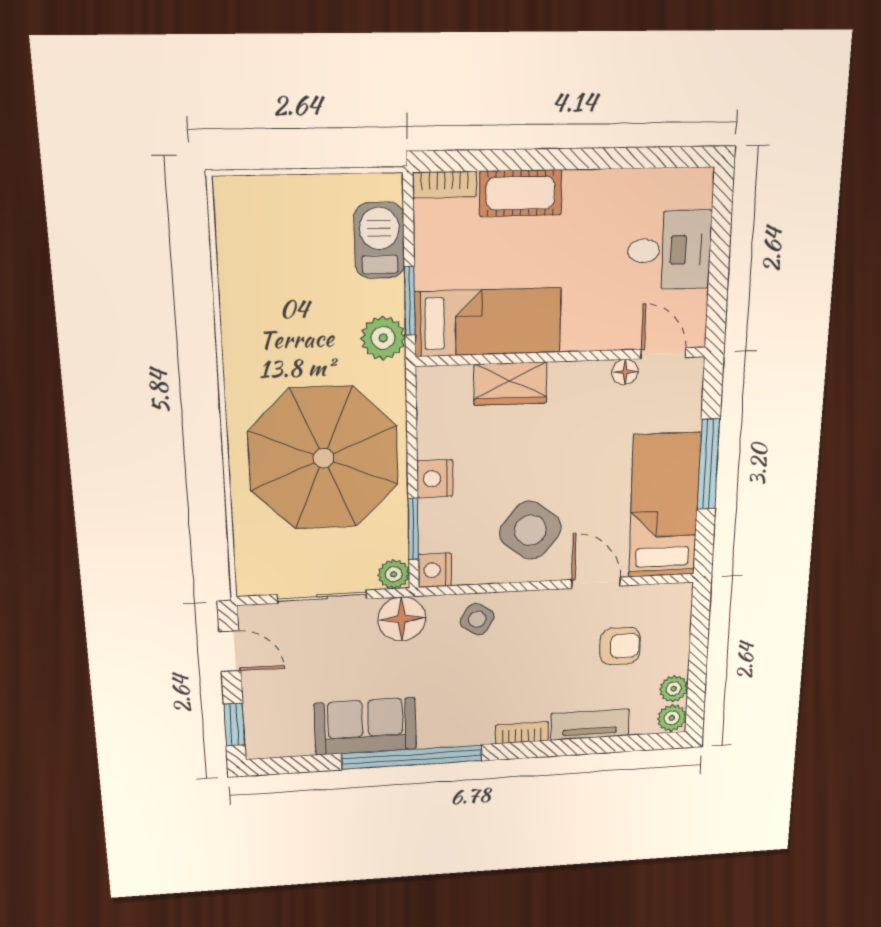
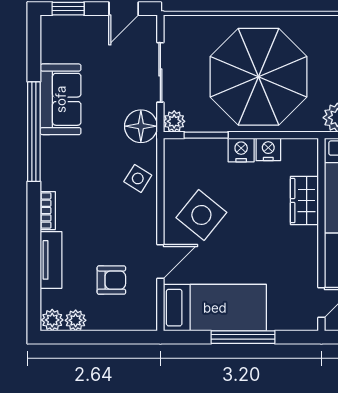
floor lamp: (625, 372) -> (310, 277), removed
nightstand: (435, 570) -> (268, 149), moved
armchair: (620, 646) -> (111, 280), turned -90

